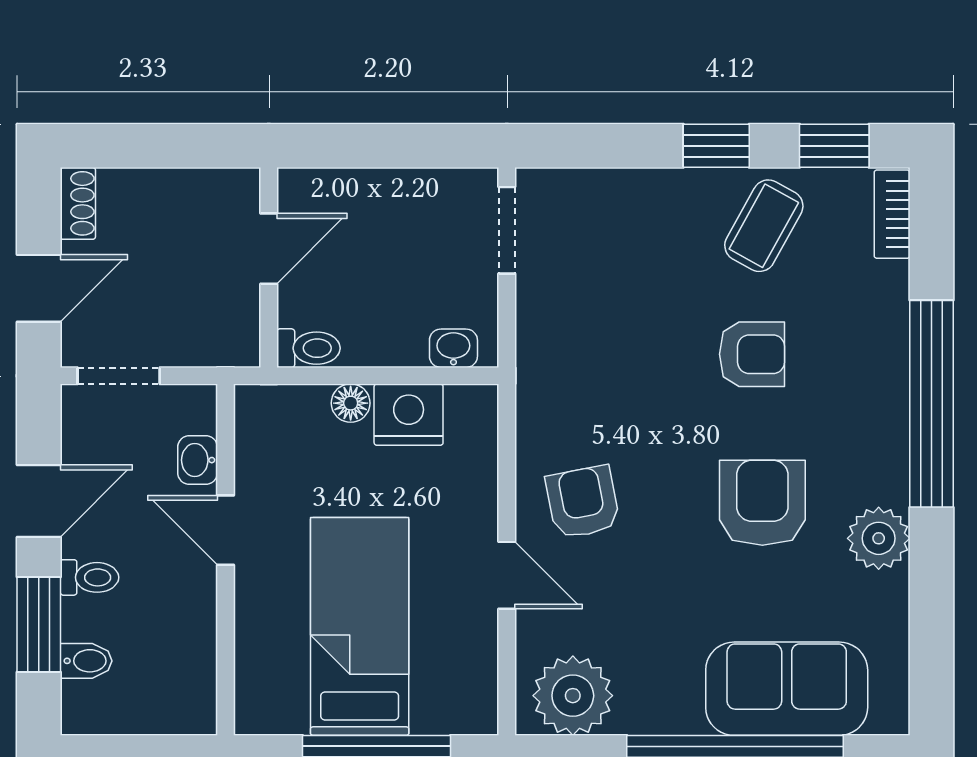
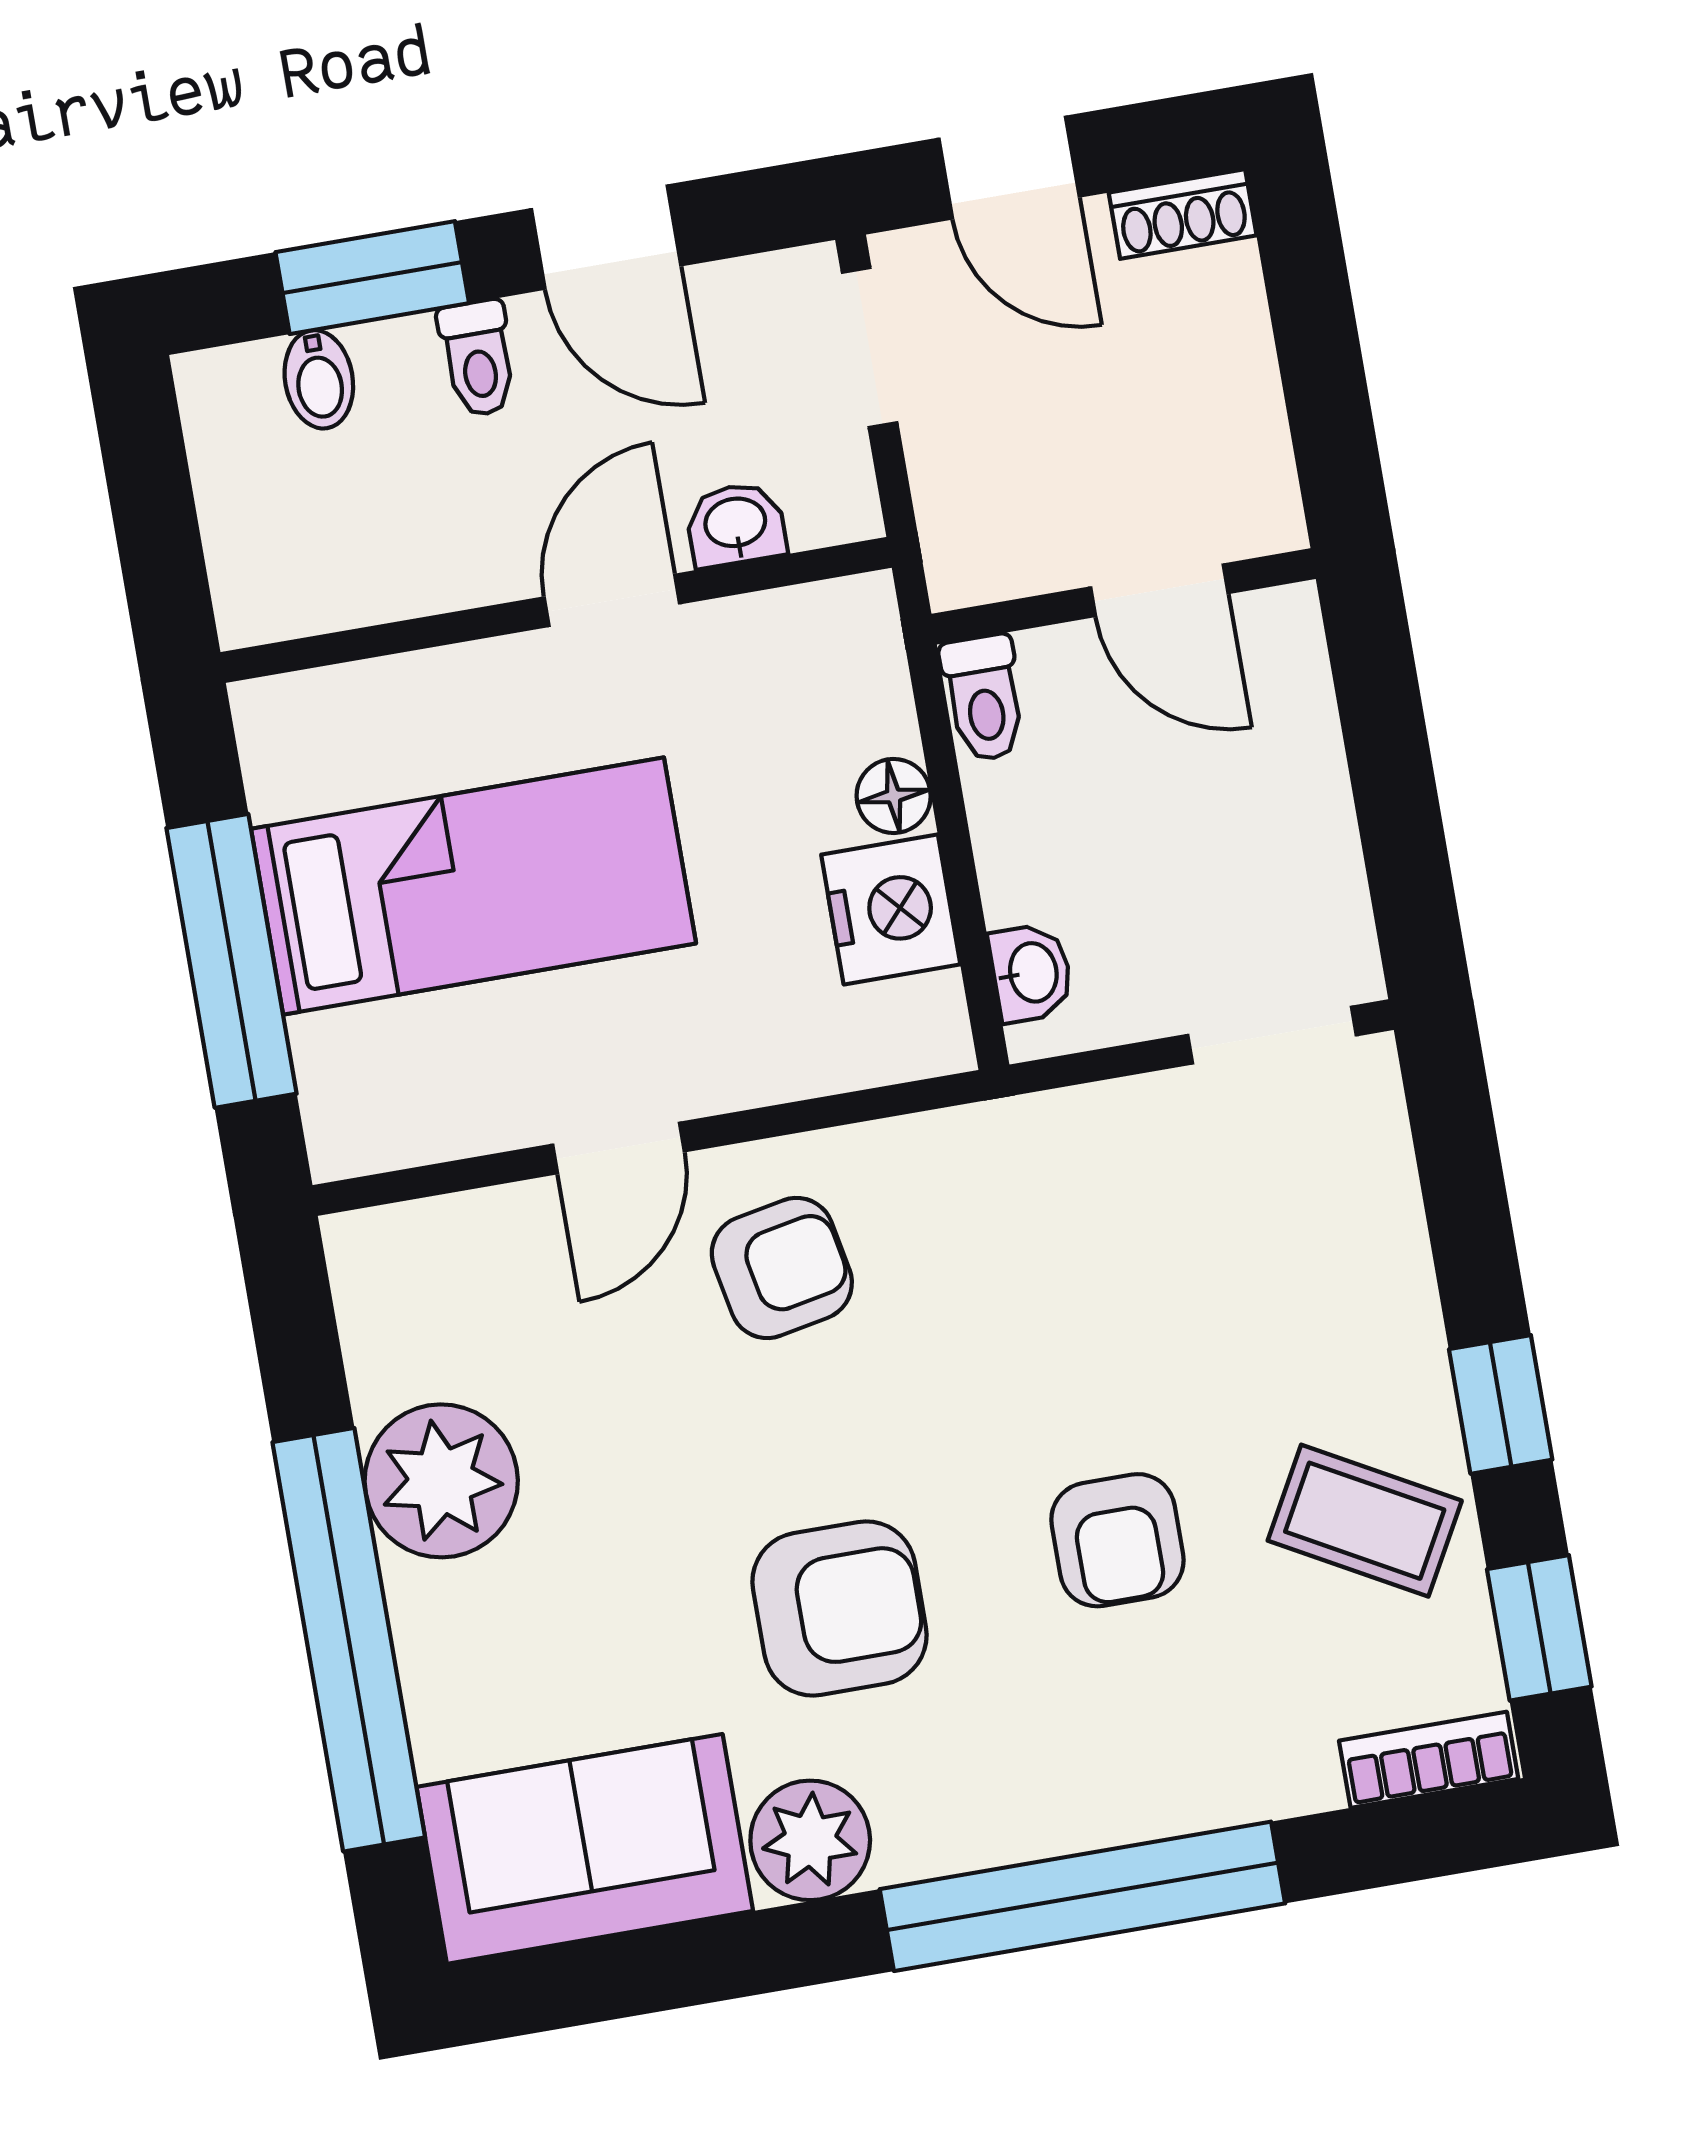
sofa: (787, 689) -> (585, 1849), moved, turned -90
plant: (573, 696) -> (441, 1481), moved

